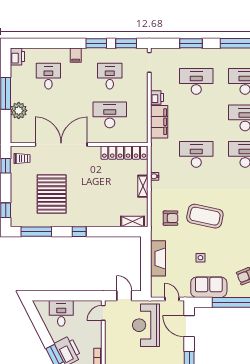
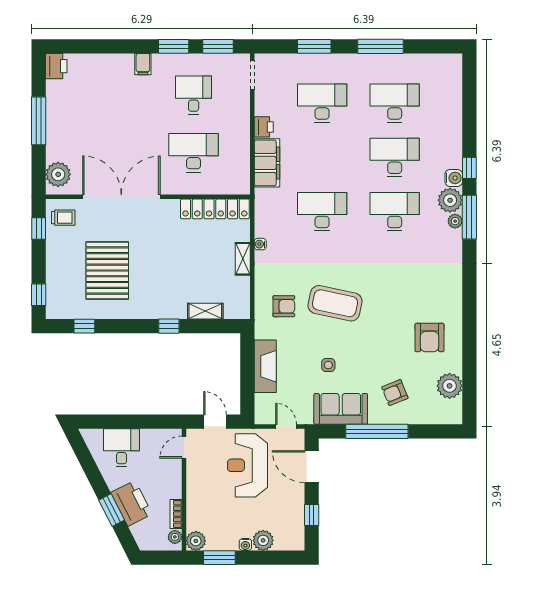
desk: (48, 76) -> (102, 95), removed
plant: (19, 111) -> (58, 174), moved
shelving: (133, 221) -> (205, 311), moved
window: (36, 232) -> (84, 326), width x0.46
window: (79, 232) -> (169, 326), moved

